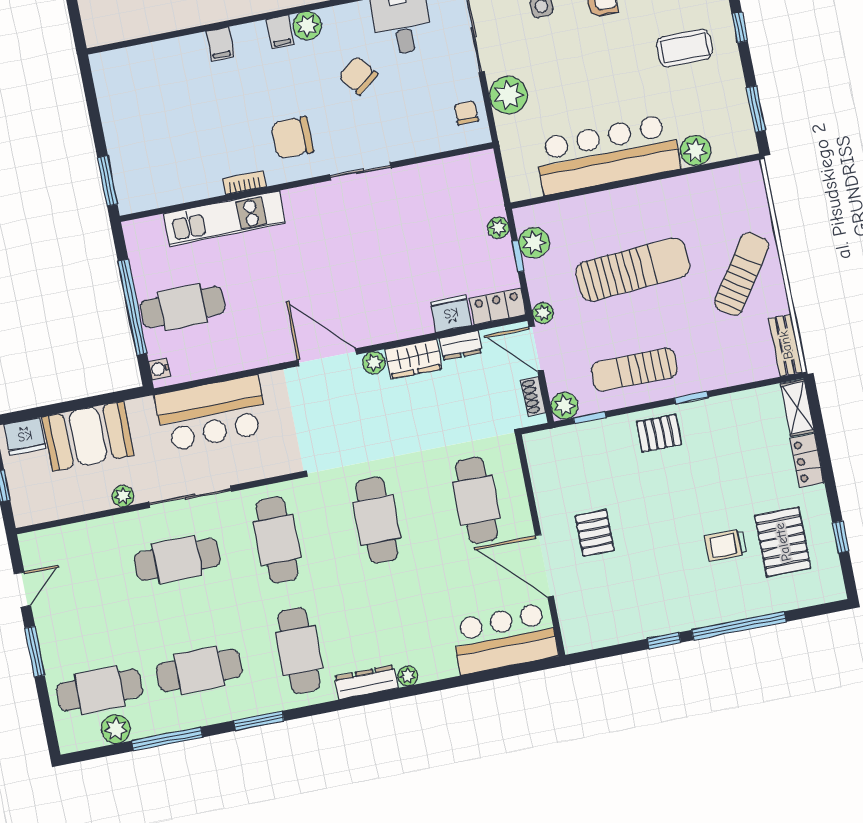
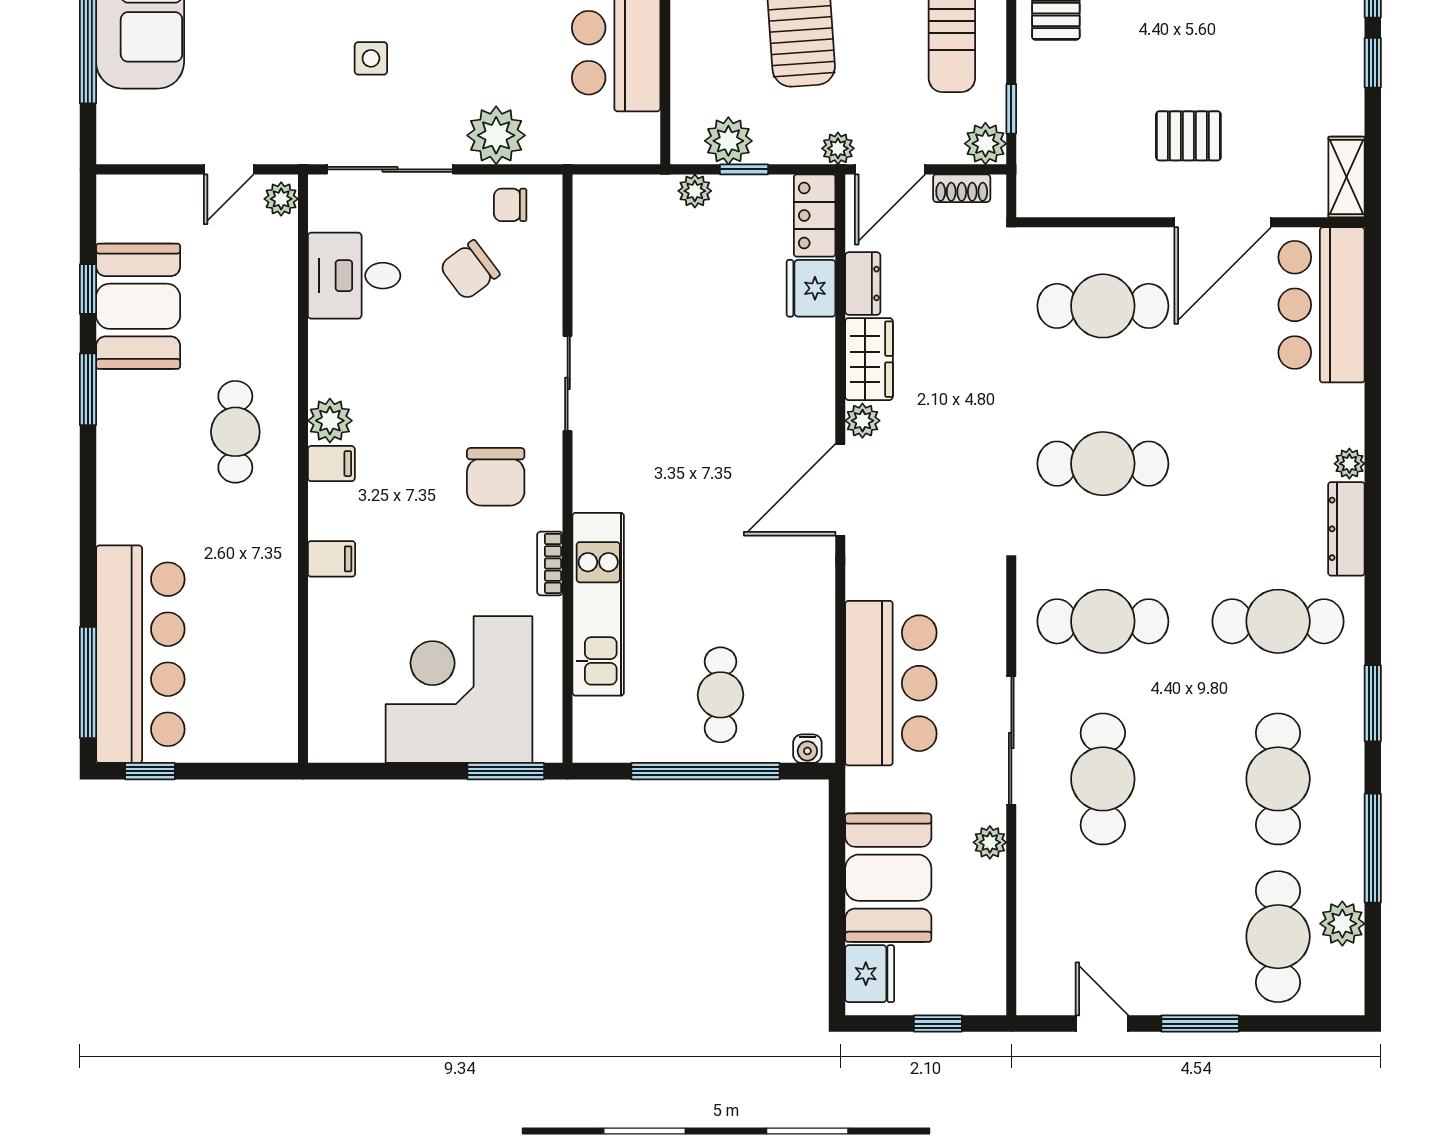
chair: (358, 75) -> (470, 270), moved
corner desk: (153, 141) -> (459, 690), added
cafe table: (183, 307) -> (721, 695), width x0.73, depth x0.74
shelving: (589, 638) -> (1347, 177), added

